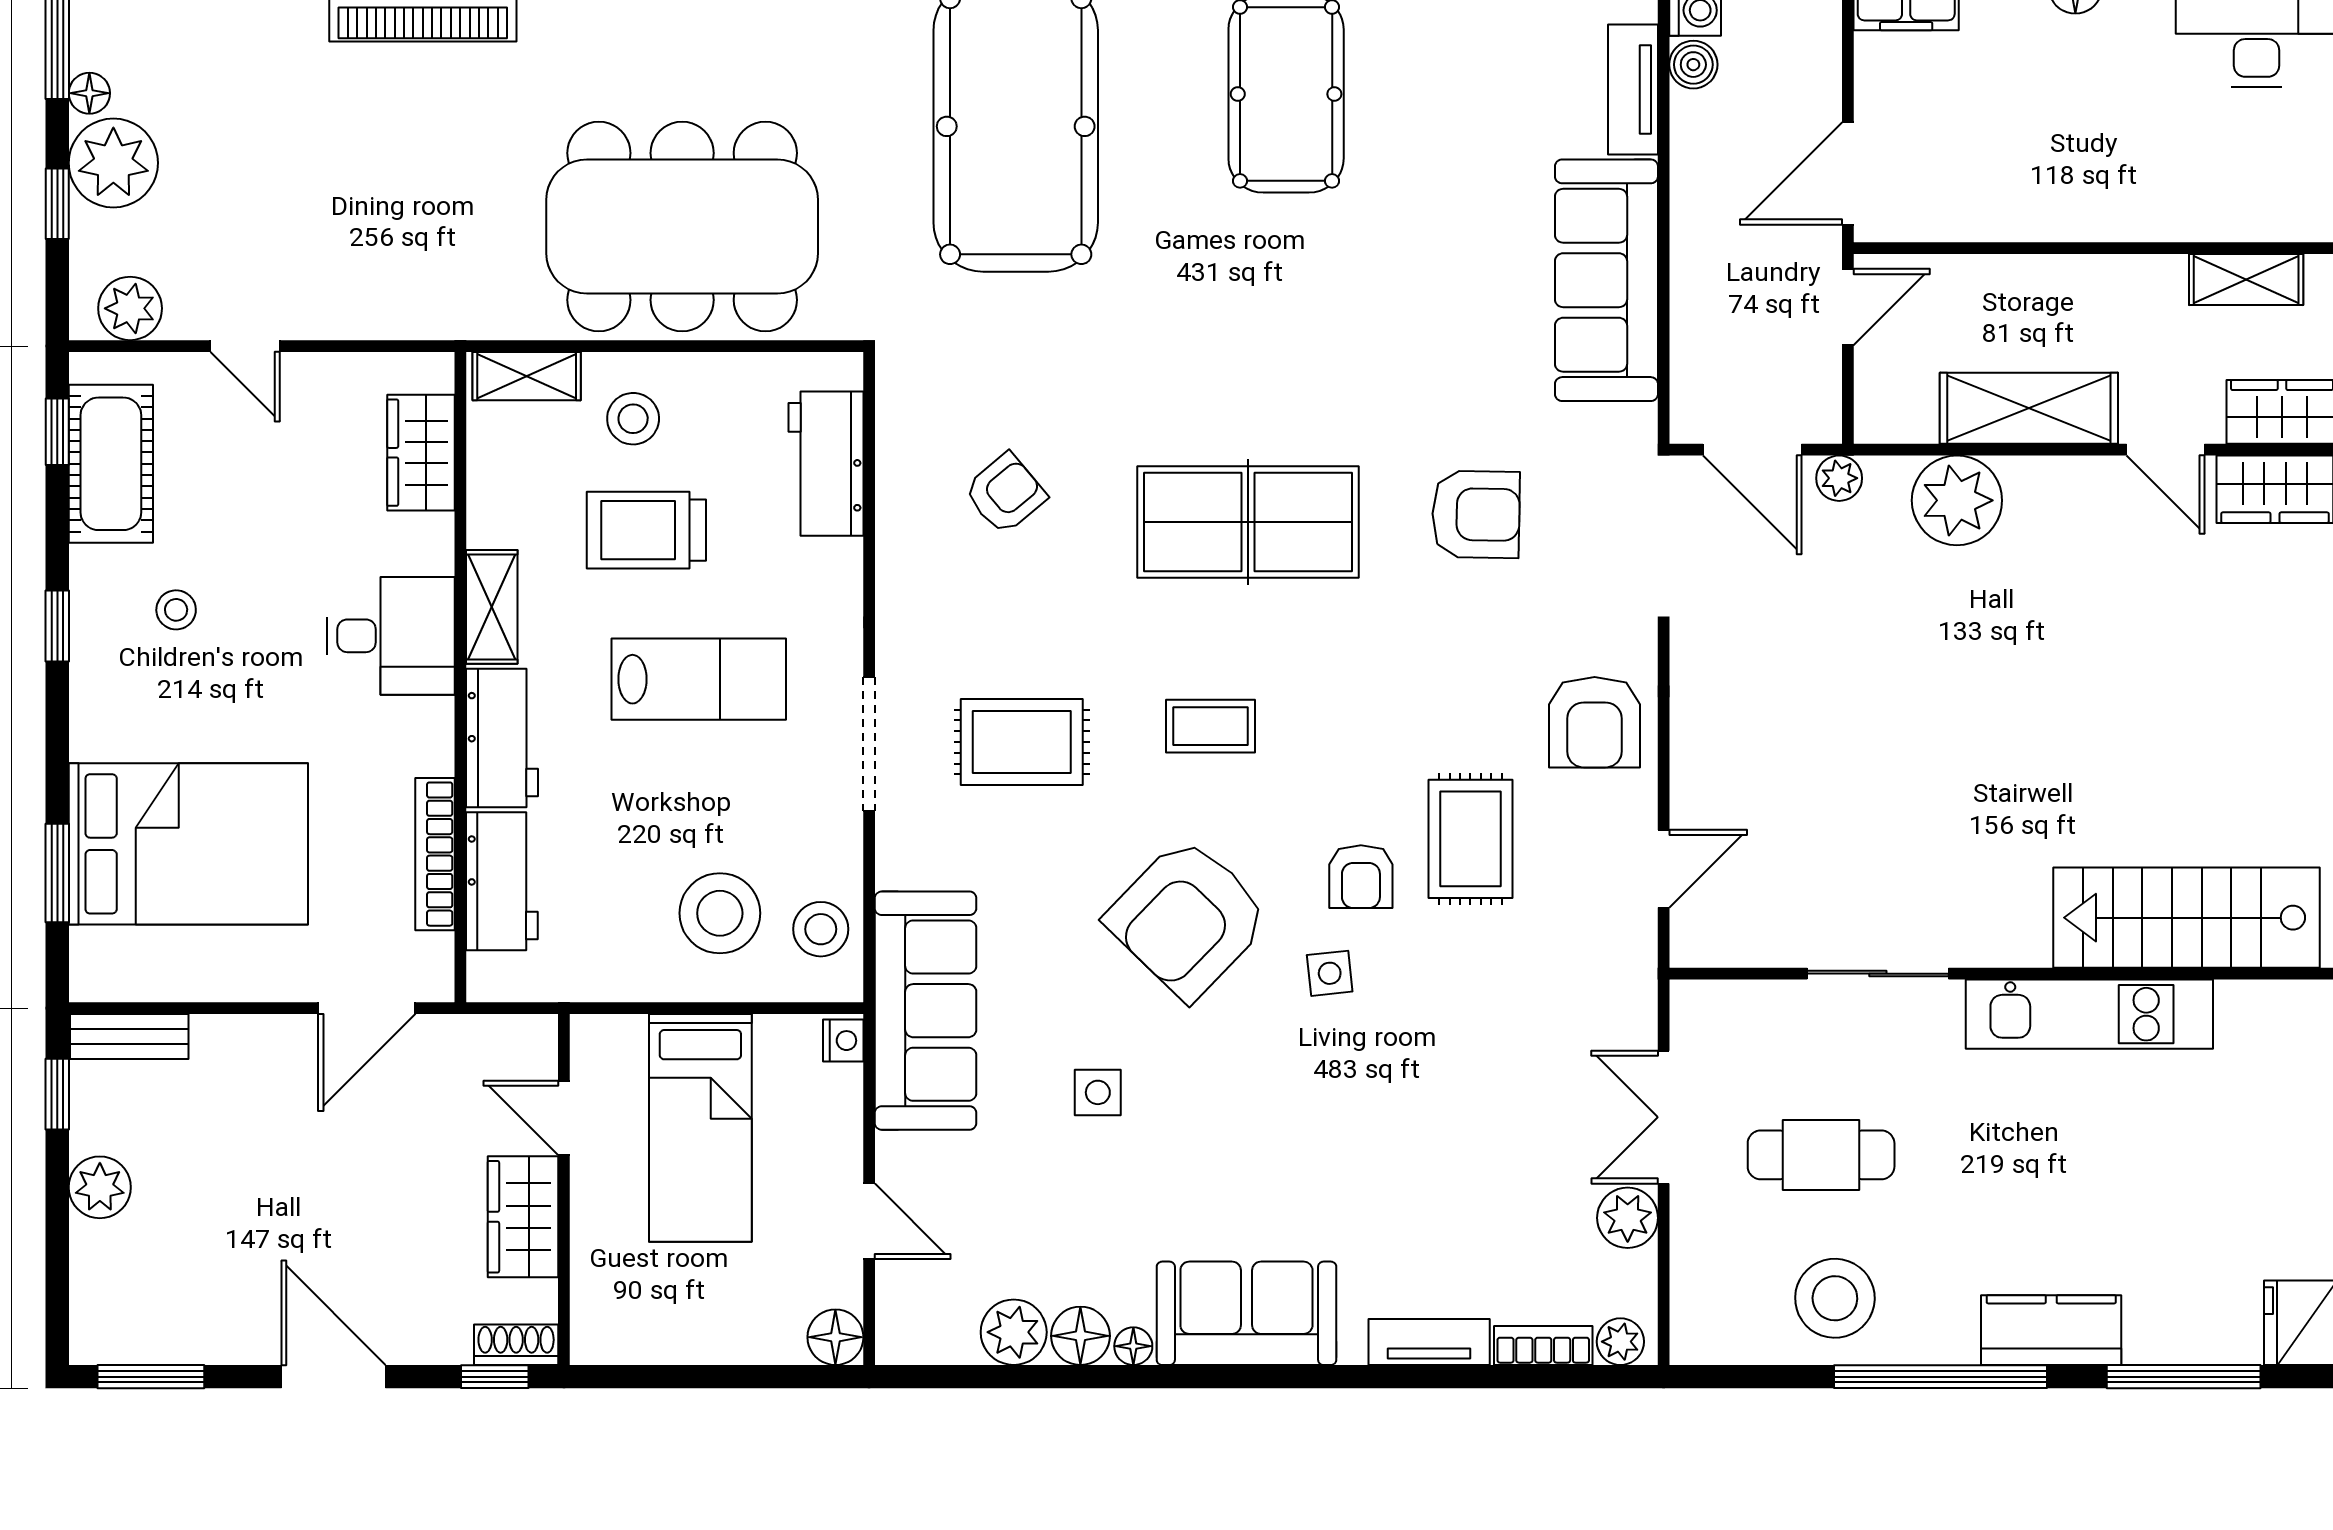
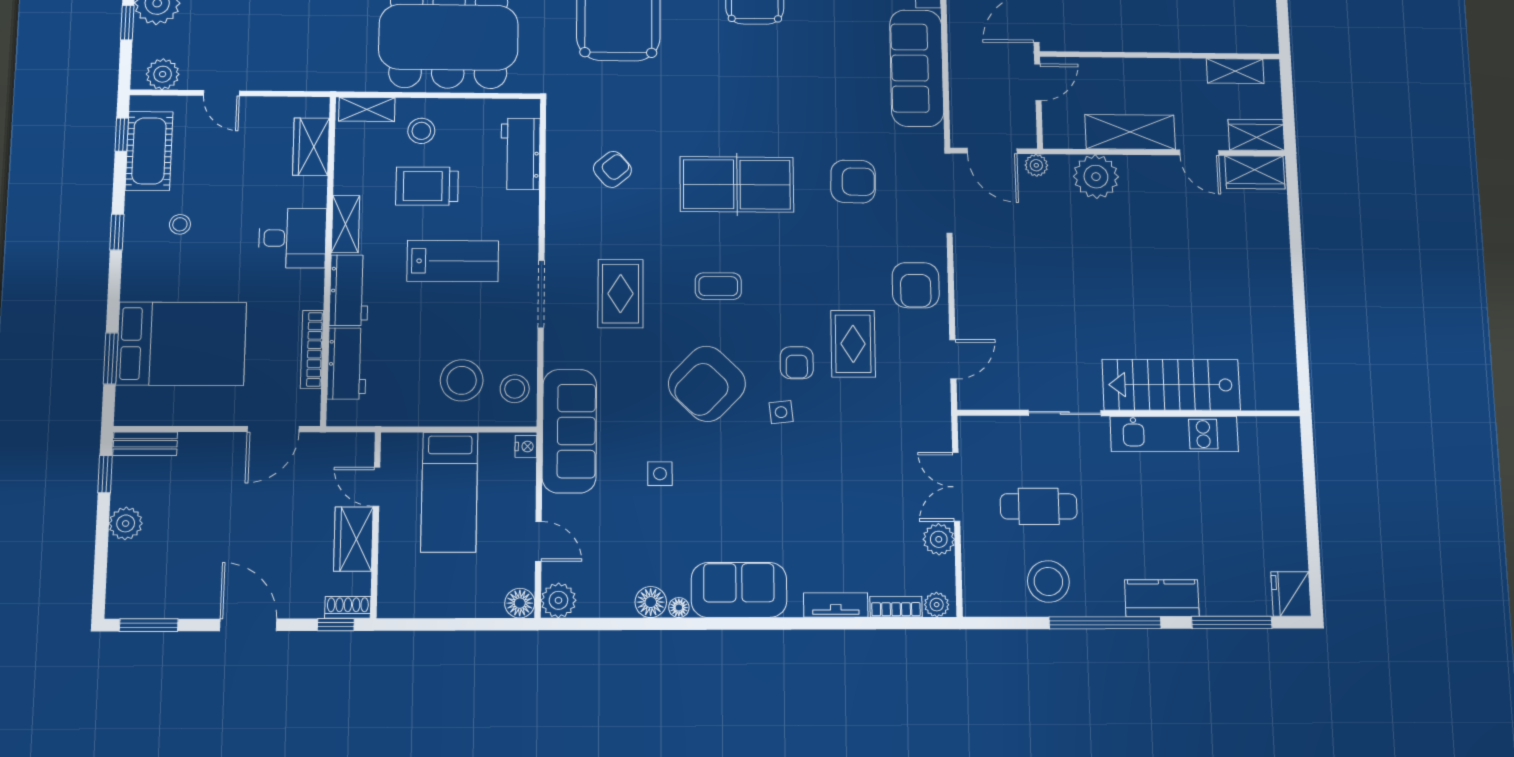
rug: (1022, 742) -> (621, 294), turned 90
stairs: (2186, 918) -> (1171, 385), moved
plant: (1014, 1332) -> (558, 600), moved

